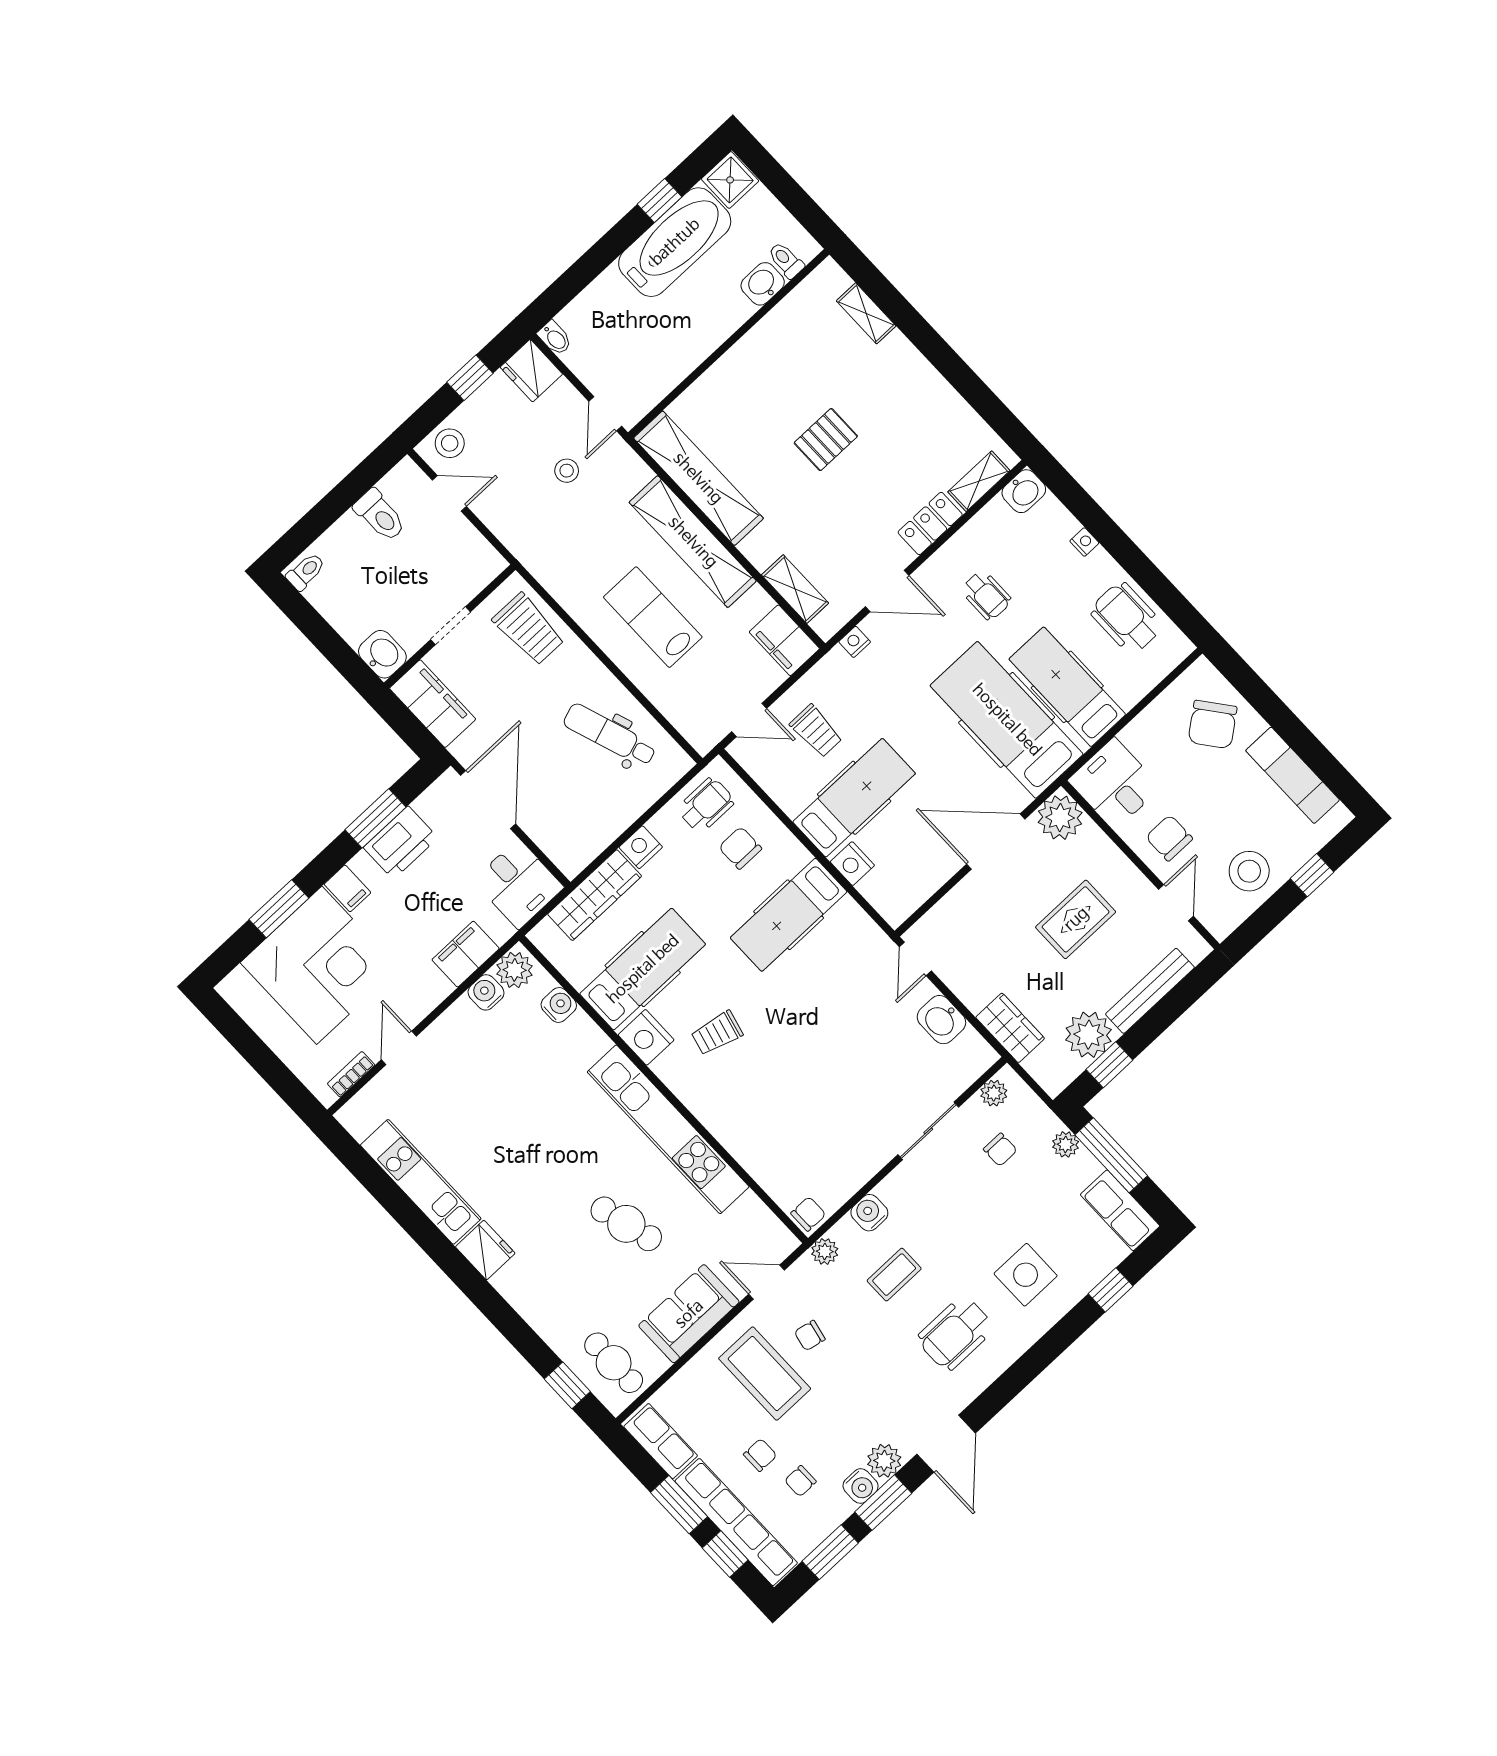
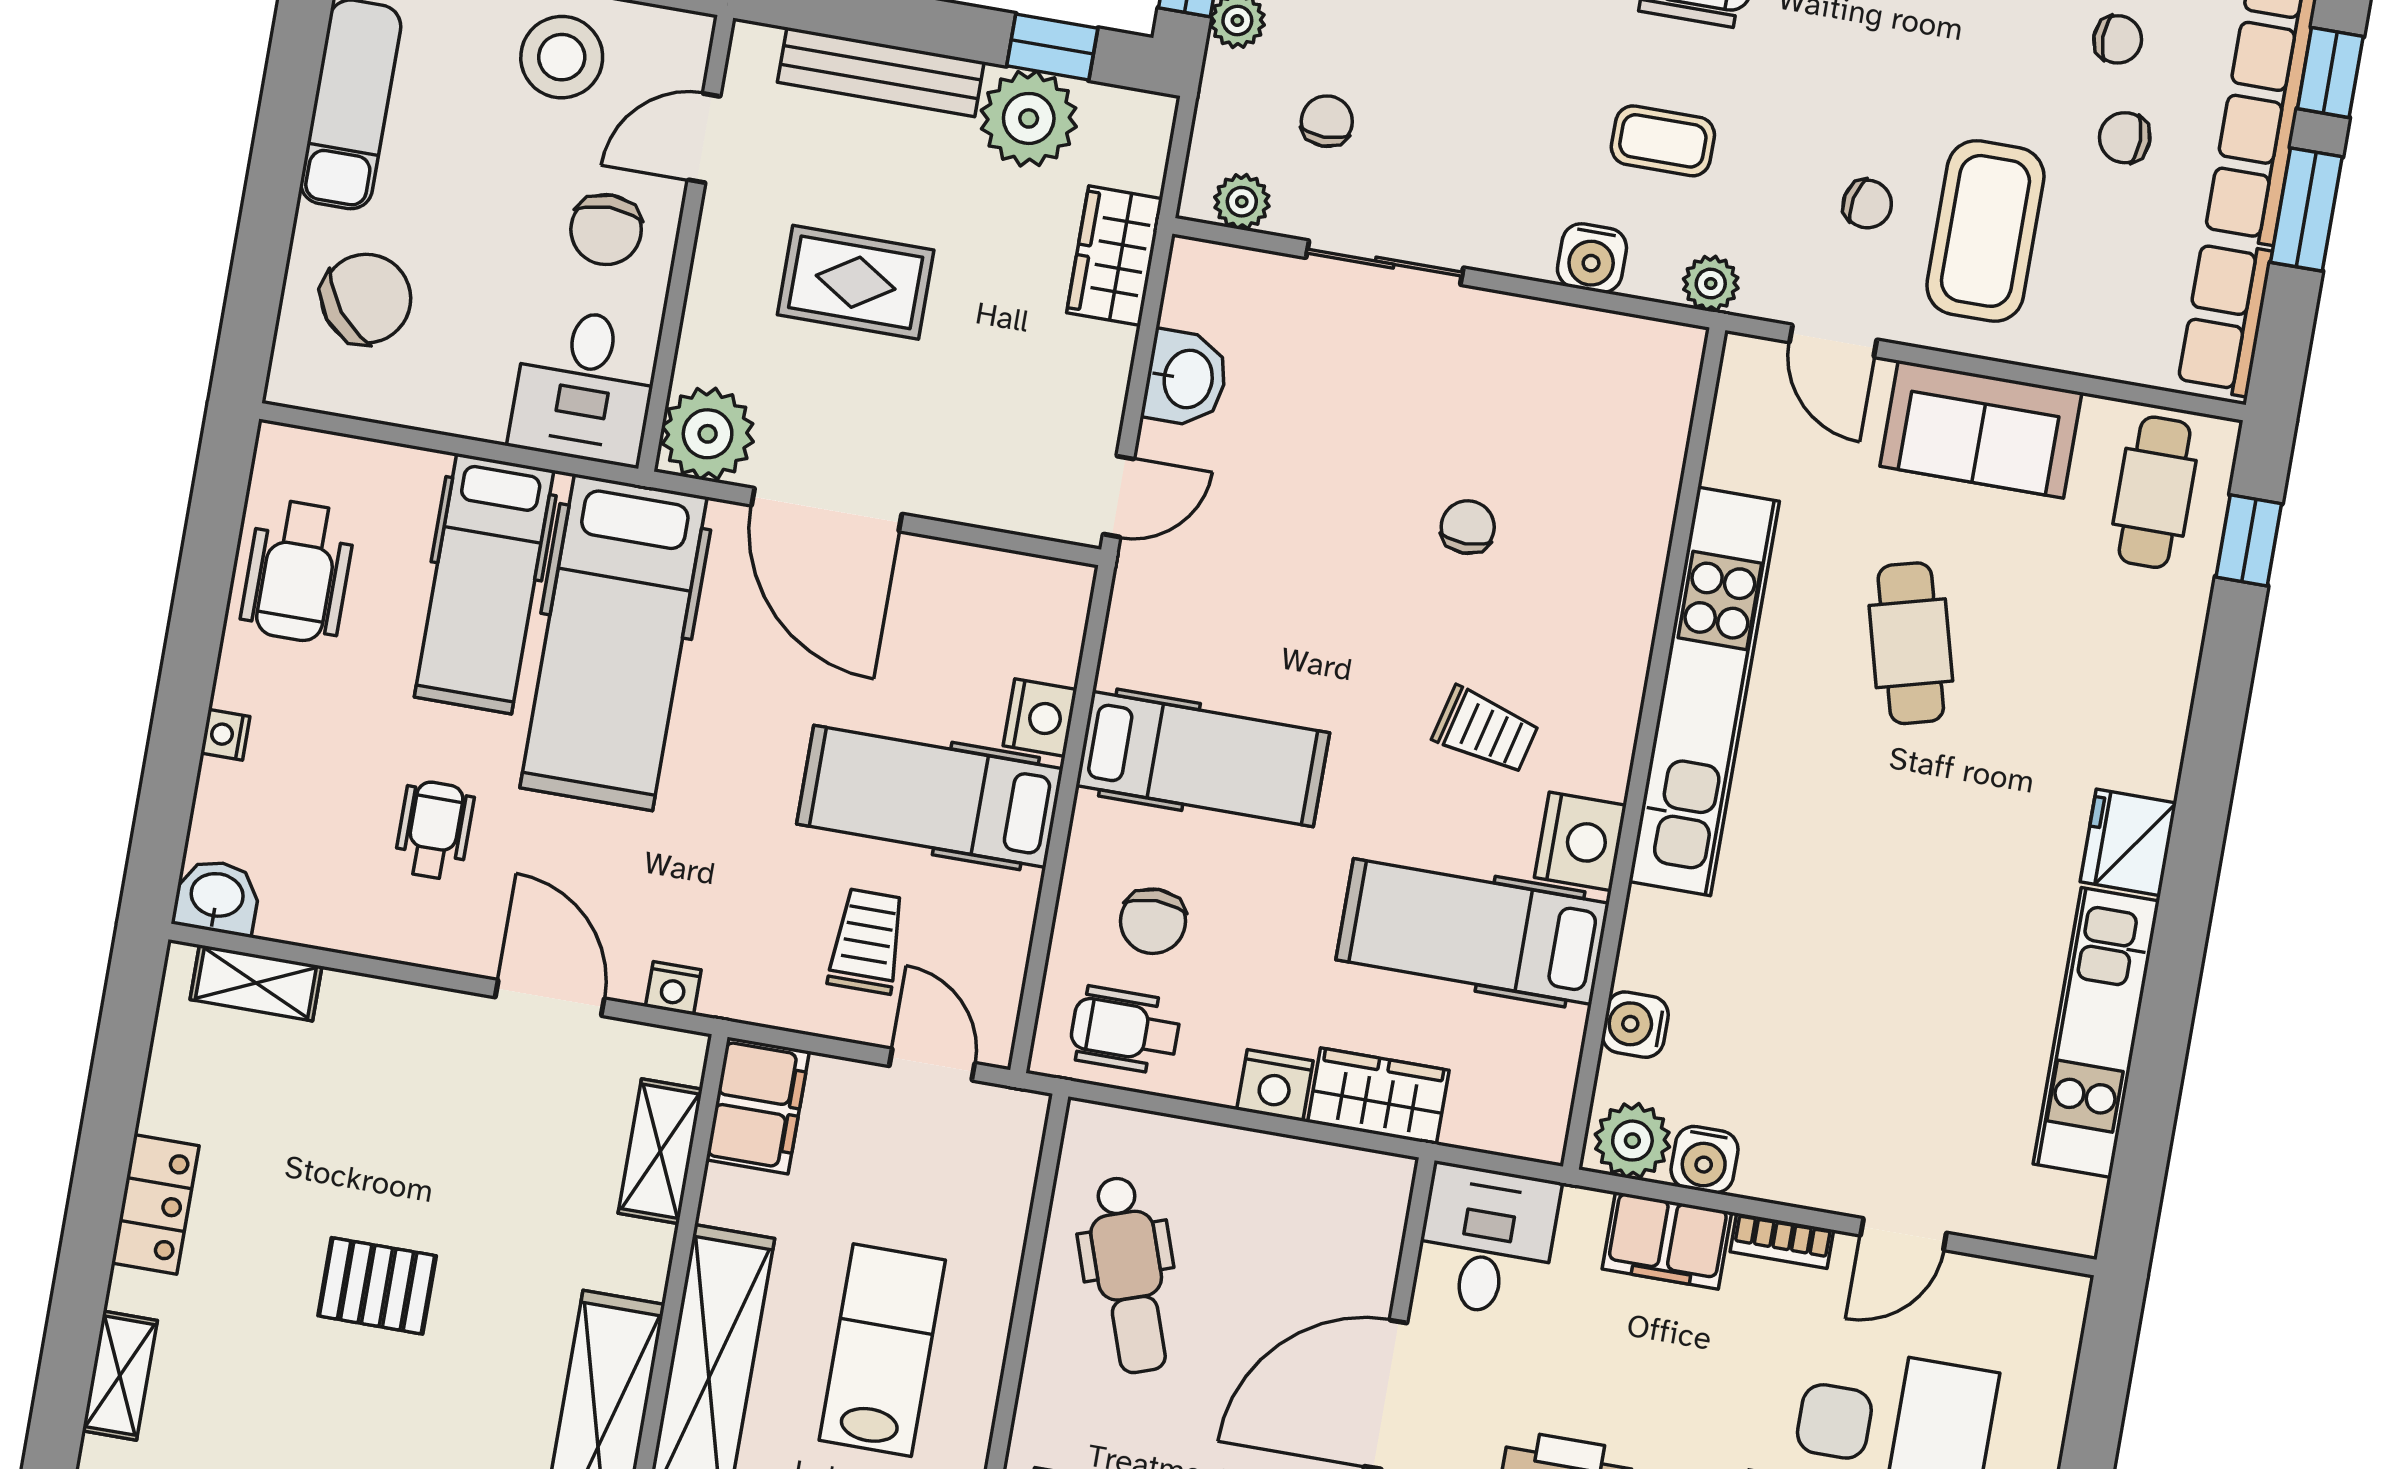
locker: (930, 523) -> (155, 1204), moved, turned -90
lab bench: (653, 617) -> (882, 1350), turned 180
wardrobe: (595, 895) -> (1378, 1096), width x0.67
bookcase: (351, 1074) -> (1782, 1241), moved
chair: (808, 1214) -> (1468, 527), moved, turned 90

